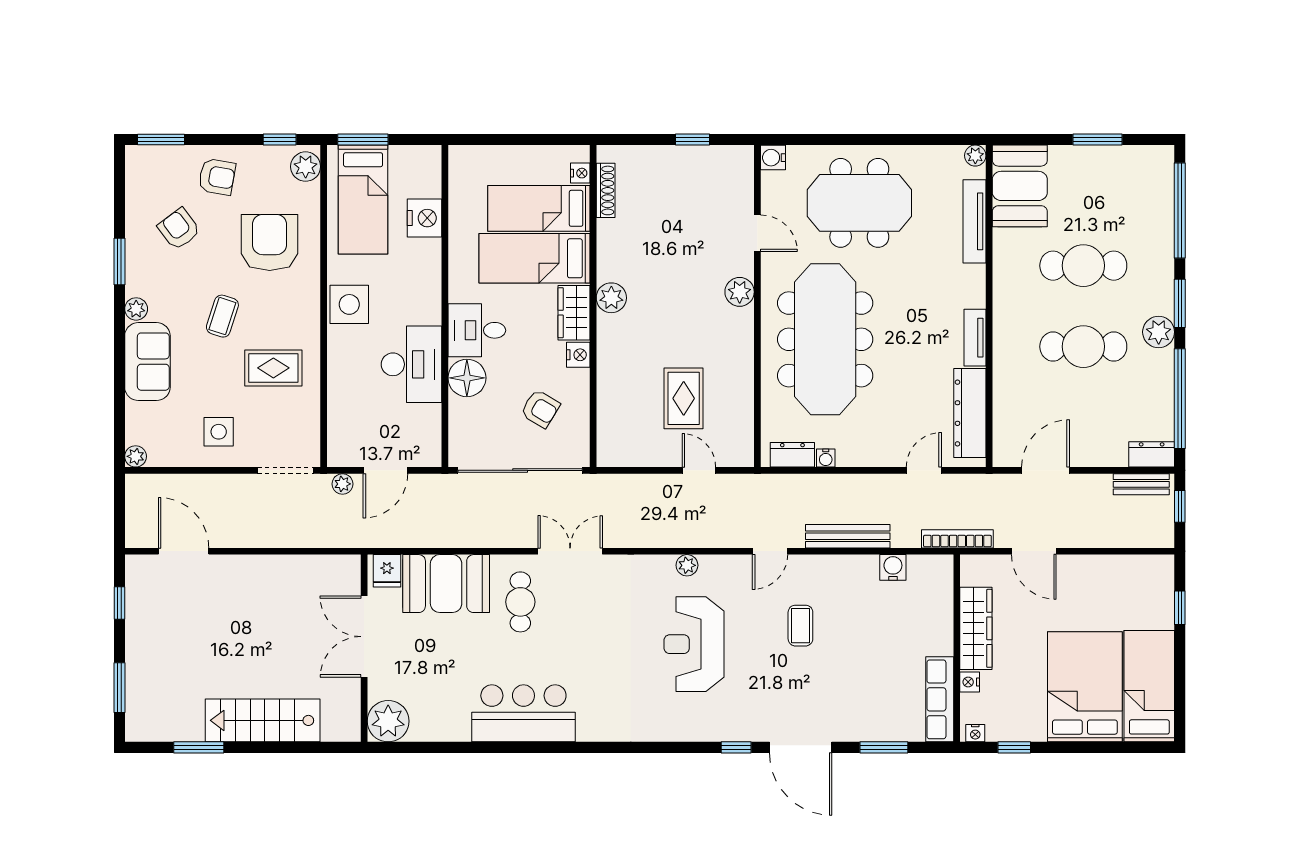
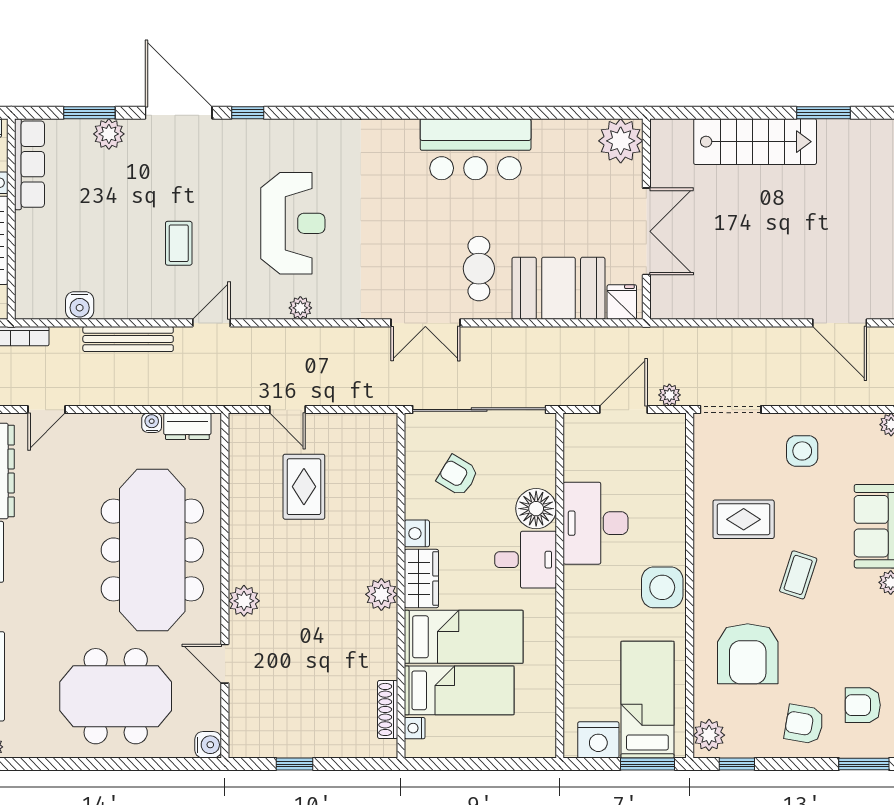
nightstand: (425, 218) -> (598, 740), moved, turned -90
armchair: (179, 229) -> (863, 705), moved, turned 127
plant: (866, 728) -> (109, 134), added

